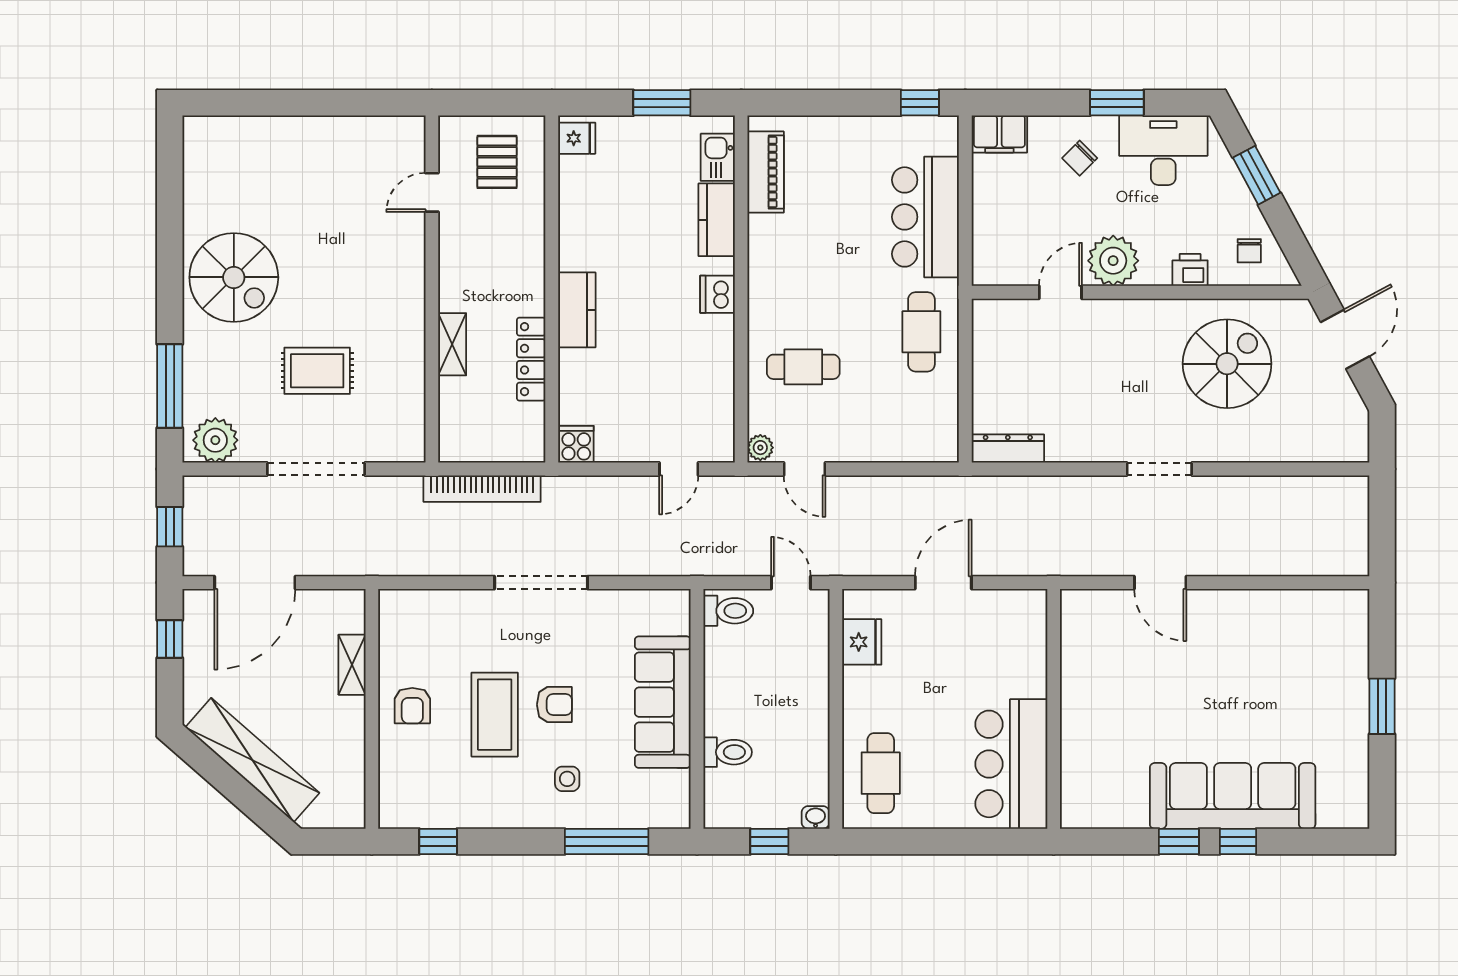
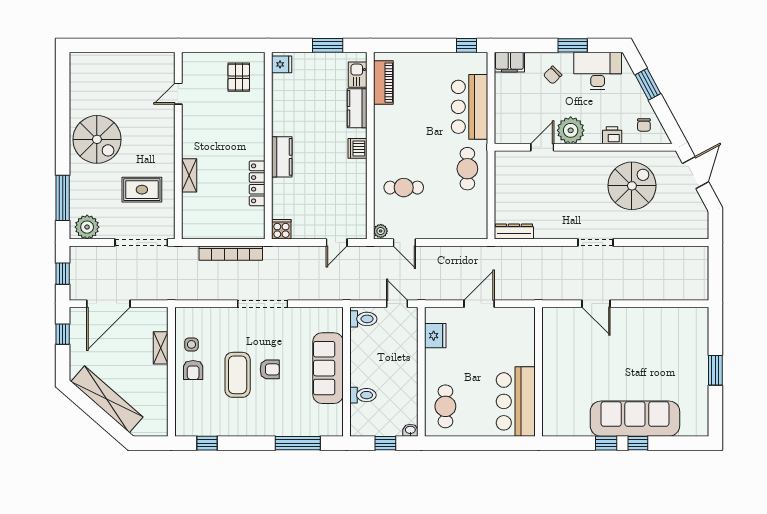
door: (432, 192) -> (178, 94), moved
wall: (432, 289) -> (178, 146), moved
shelving: (452, 344) -> (189, 175), moved
side table: (567, 779) -> (191, 344), moved

